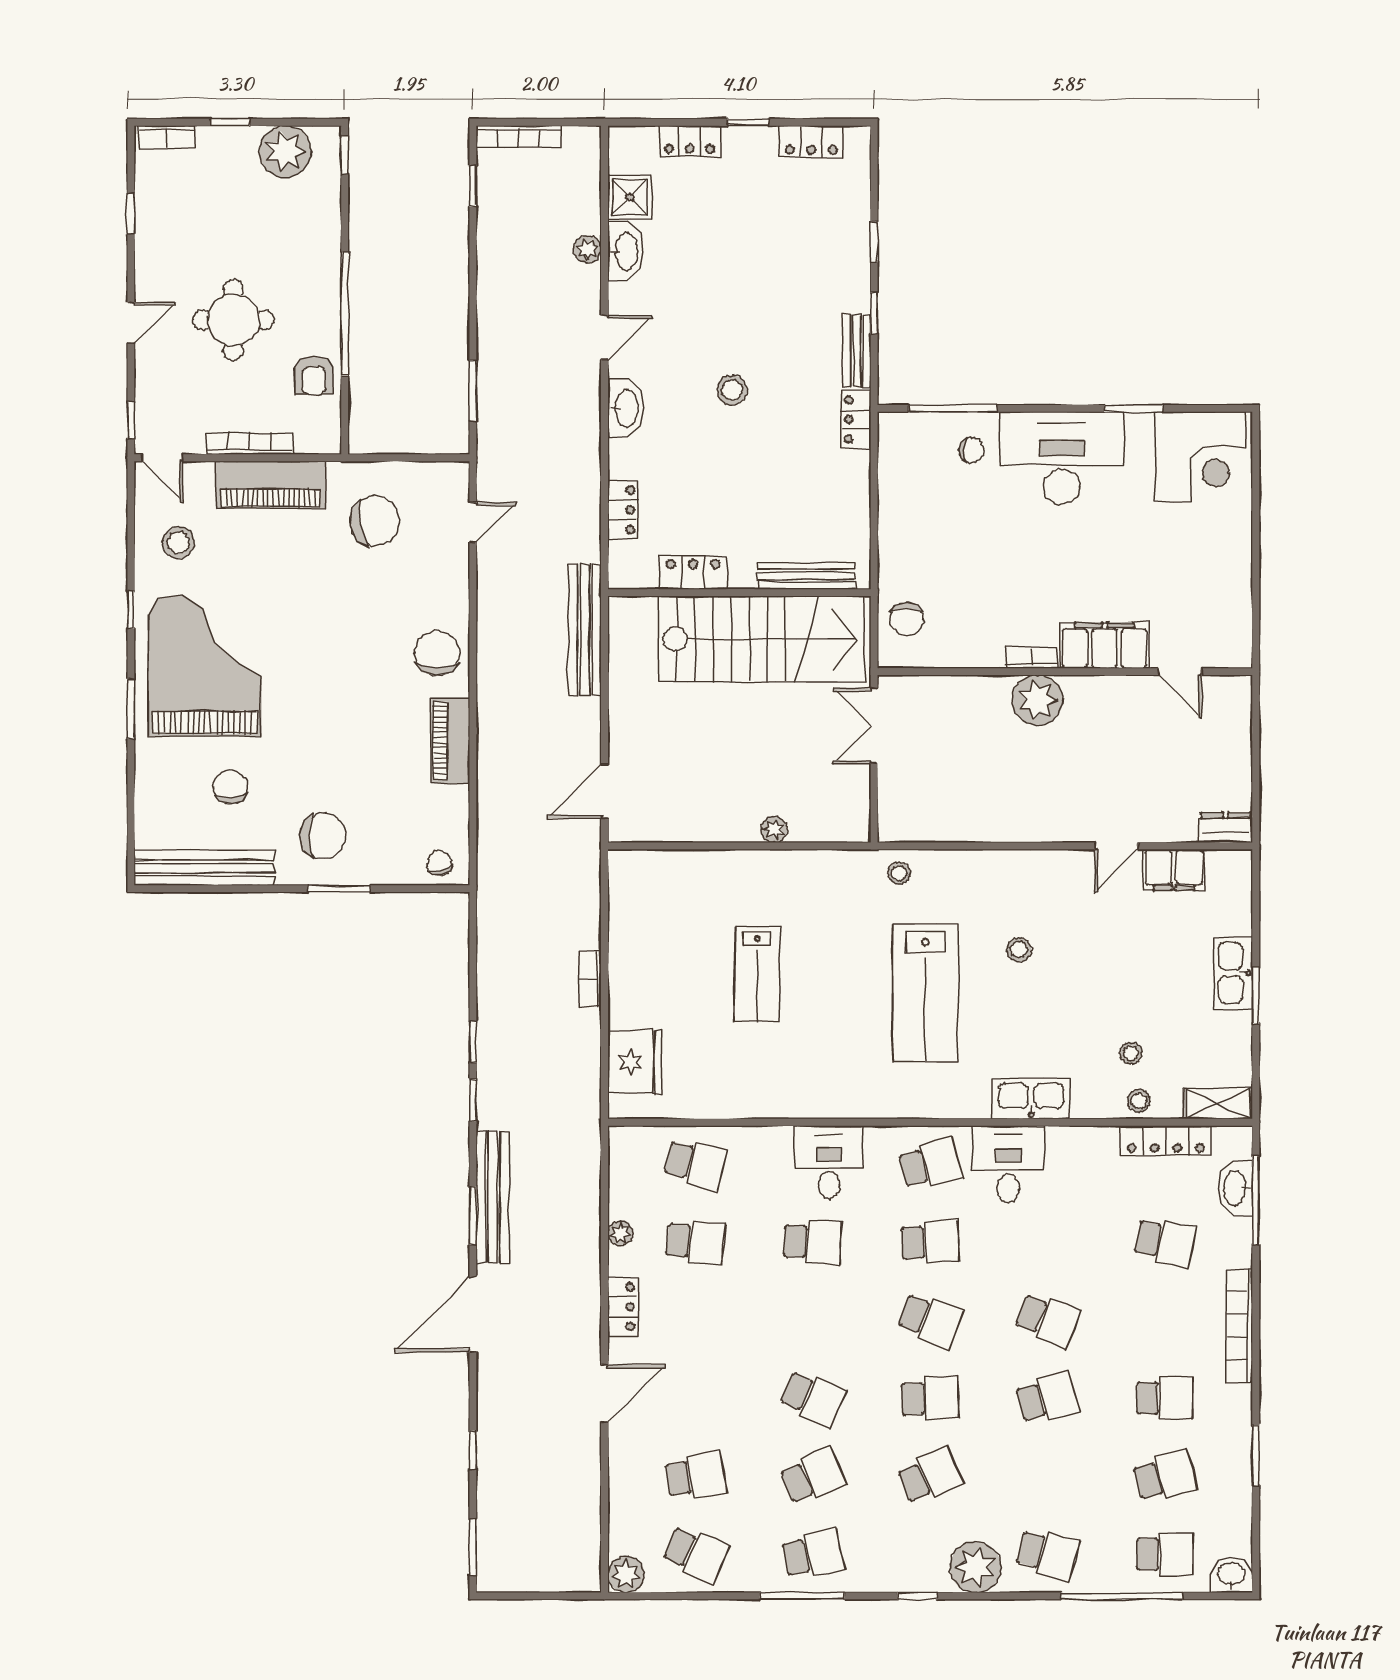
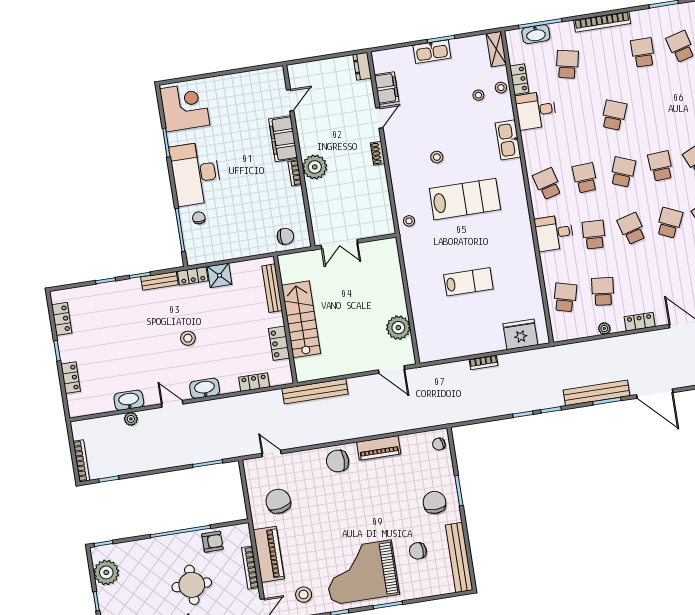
shower: (630, 197) -> (219, 275), moved
stairs: (762, 639) -> (301, 319), width x0.73, depth x0.66
plant: (774, 829) -> (398, 328), moved, width x1.88, depth x1.88
shoe rack: (1045, 831) -> (378, 153), added
door: (1116, 846) -> (379, 118), hinge flipped
locker: (1166, 1141) -> (519, 79), width x0.66
desk: (1008, 1164) -> (536, 110), moved
school desk: (1047, 1398) -> (632, 229), moved

